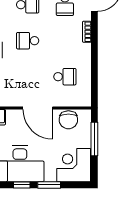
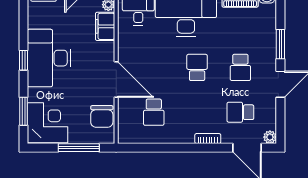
door: (38, 108) -> (116, 80), swing flipped
chair: (68, 120) -> (102, 116), turned -90
window: (49, 185) -> (23, 111), moved

